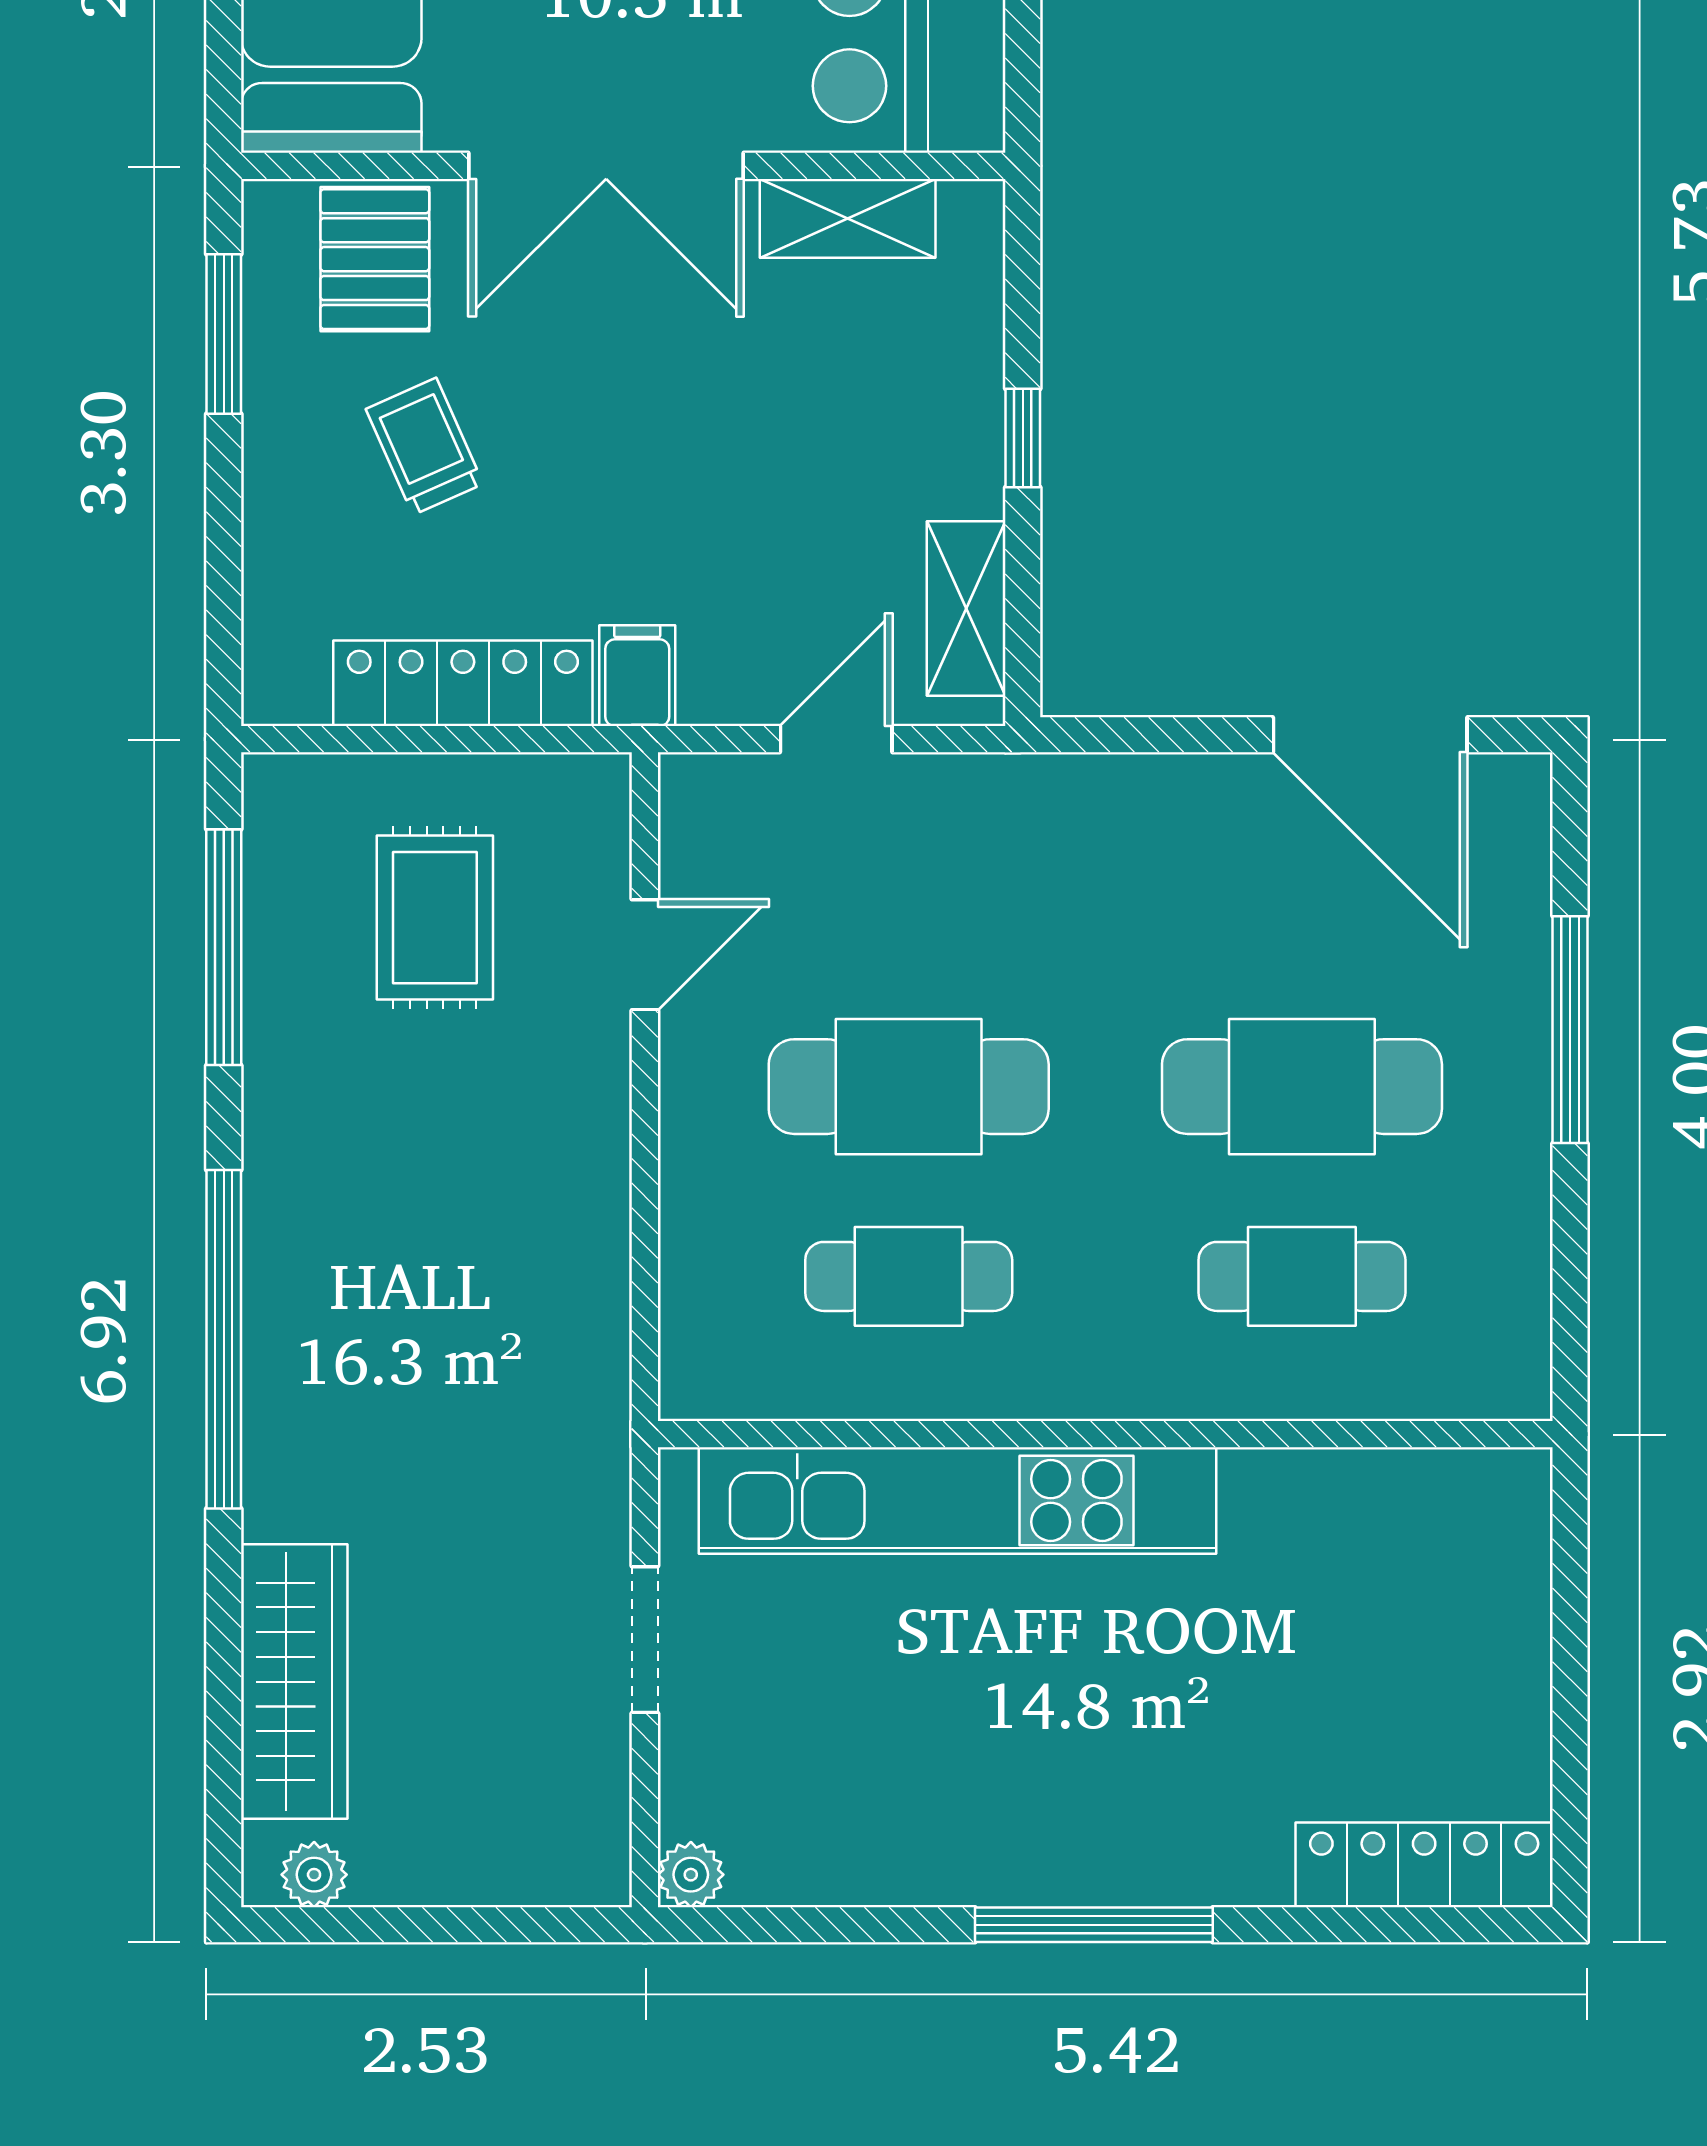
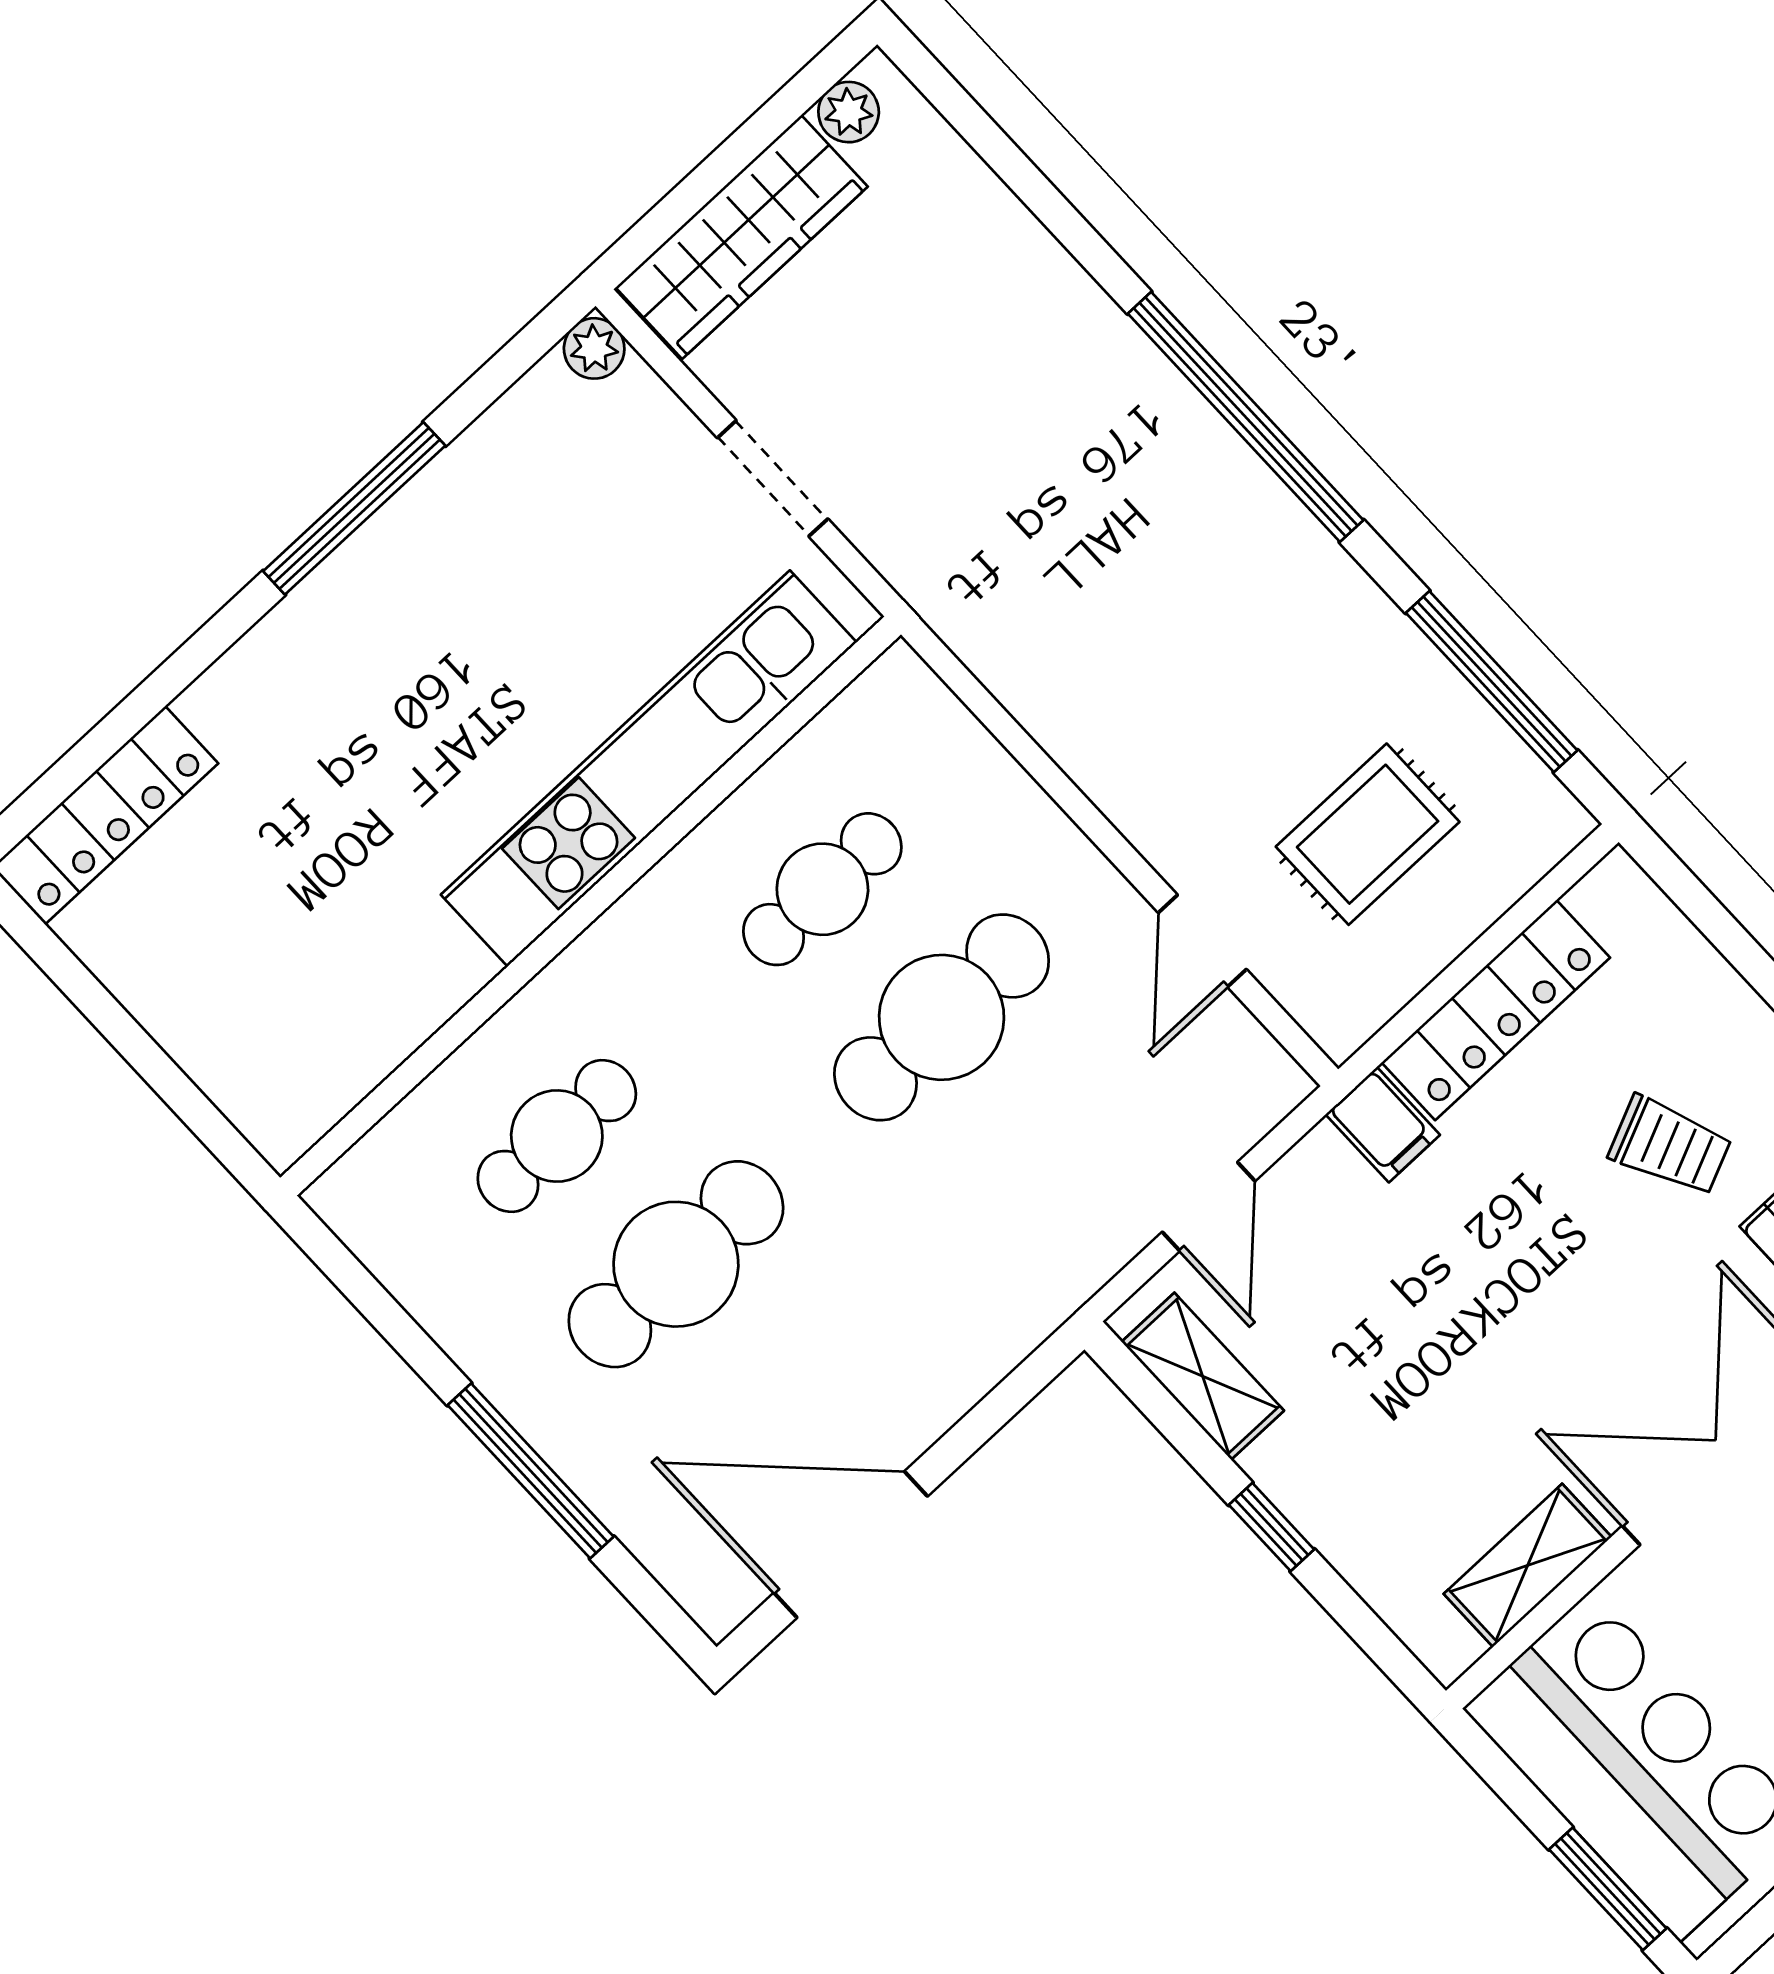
rug: (435, 918) -> (1368, 834), turned 90
wardrobe: (294, 1682) -> (742, 237), moved, turned -90
window: (1094, 1925) -> (354, 508), moved

